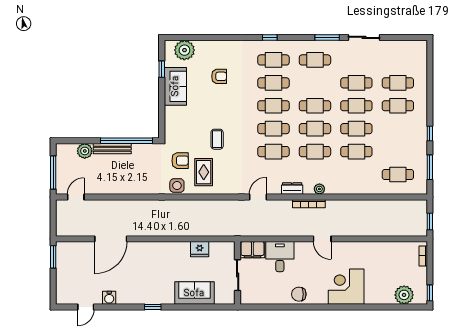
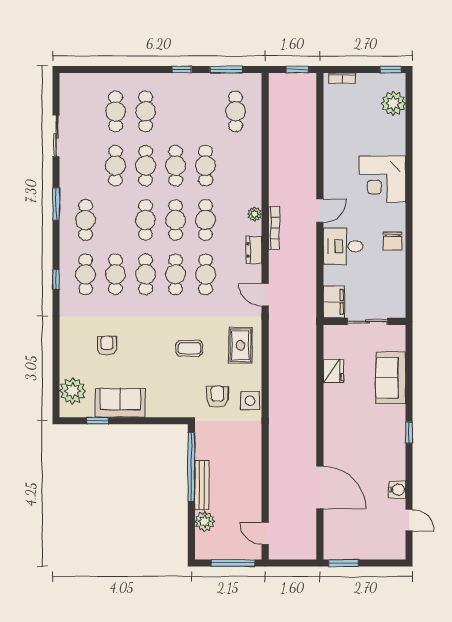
sliding door: (364, 37) -> (56, 136), moved
rug: (204, 172) -> (240, 345), moved, turned 90
desk: (280, 257) -> (343, 246), moved

